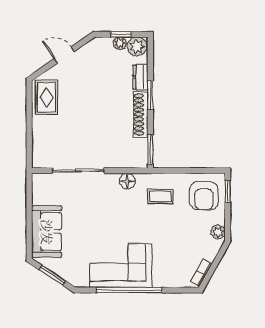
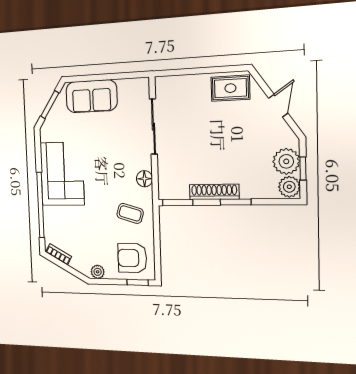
plant: (120, 43) -> (286, 161), width x1.88, depth x1.88
dresser: (140, 77) -> (255, 191), removed
coffee table: (160, 196) -> (130, 213), turned -73
window: (129, 290) -> (40, 205), moved

